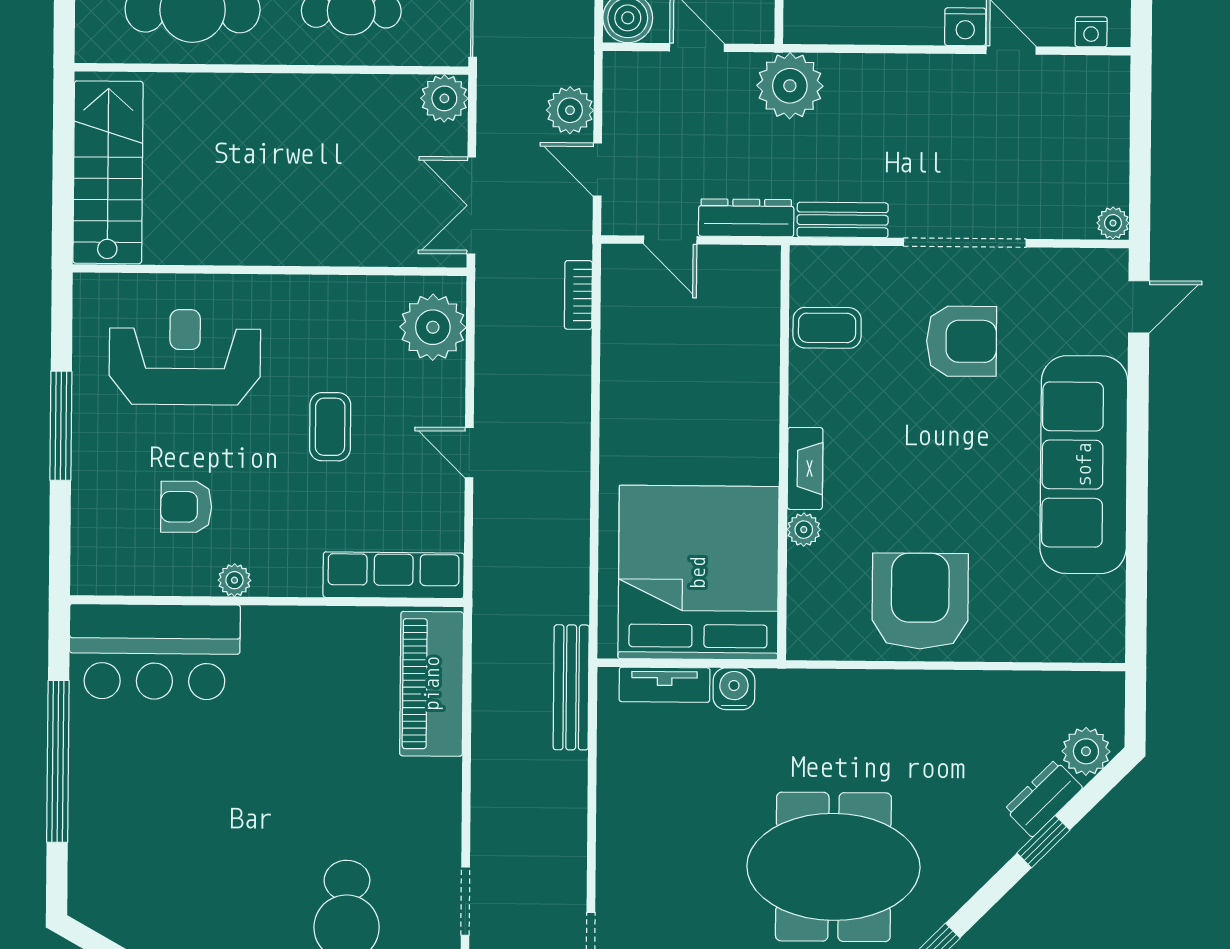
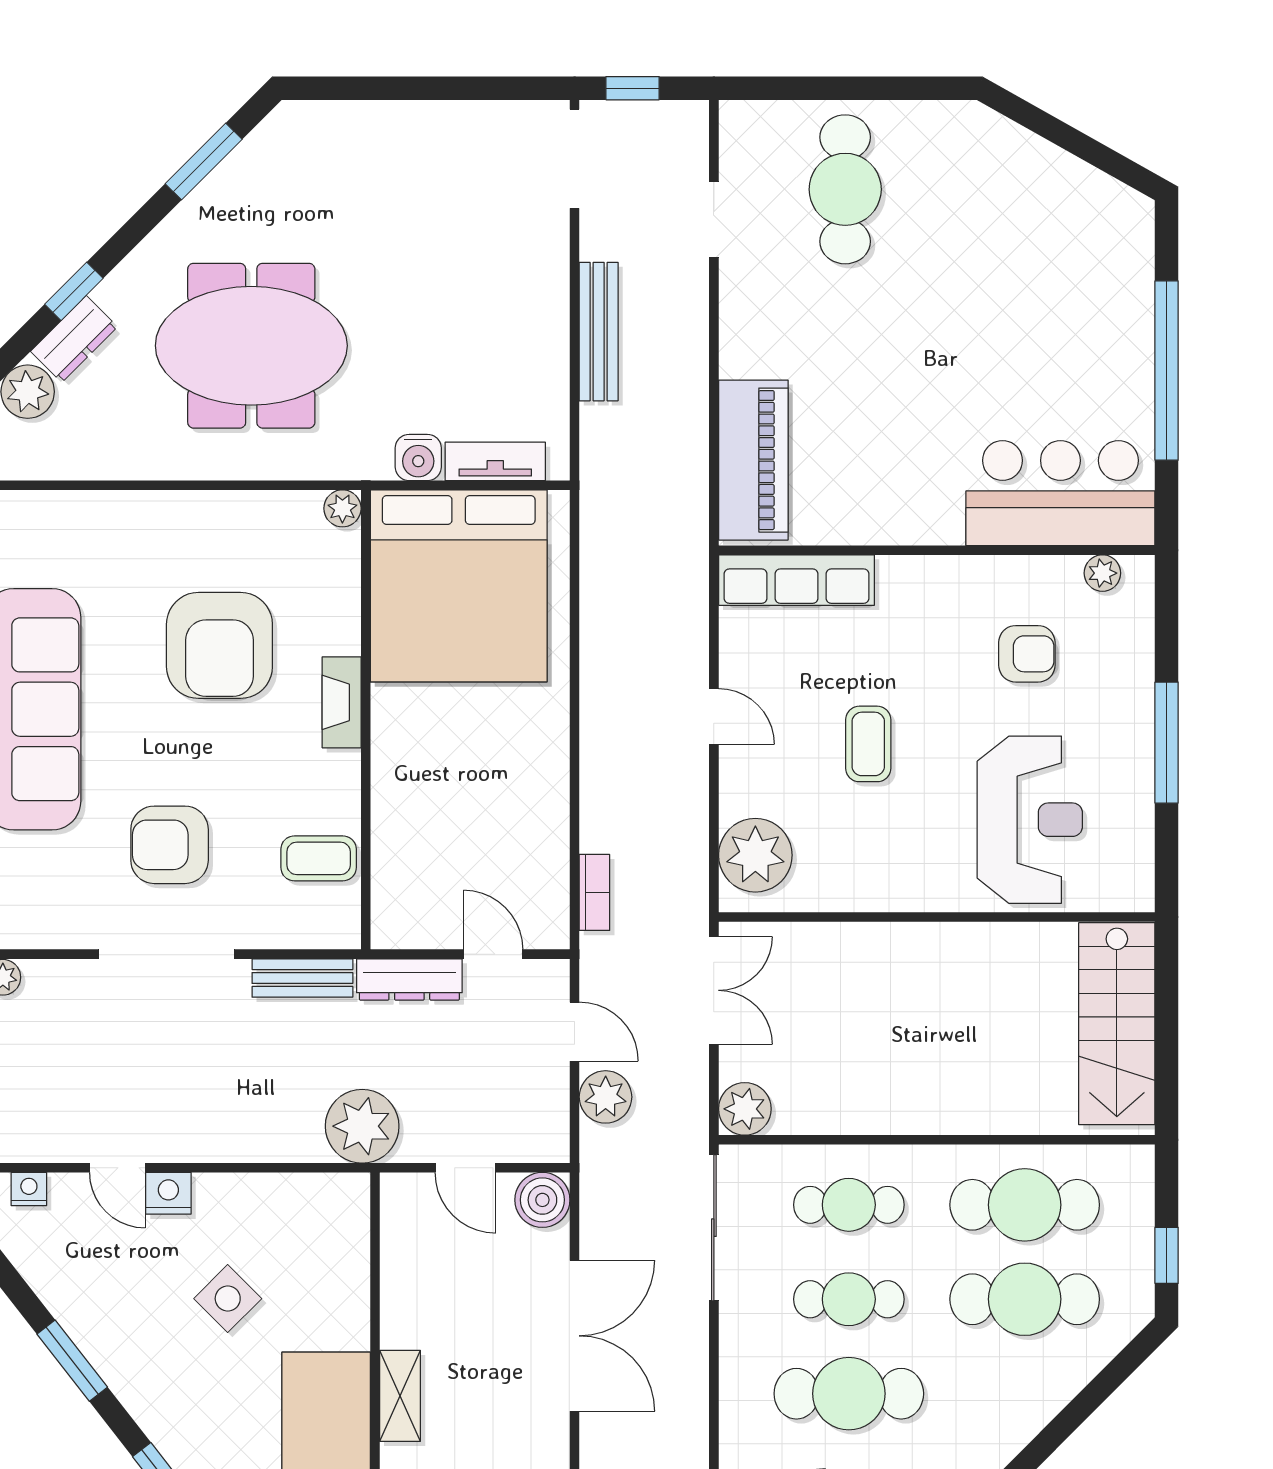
reception desk: (185, 357) -> (1030, 820), turned -90
plant: (804, 530) -> (342, 508), moved
plant: (234, 580) -> (1102, 573), moved
armchair: (920, 601) -> (219, 645), moved
bench: (571, 687) -> (599, 332), moved
meeting table: (833, 867) -> (251, 346), moved

